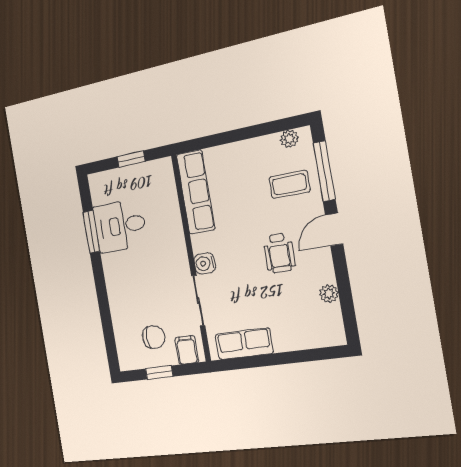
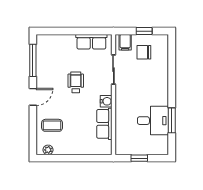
window: (324, 171) -> (33, 60), moved
row of seats: (196, 192) -> (104, 124), width x0.68
wheelchair: (279, 253) -> (76, 82), moved
water cooler: (205, 263) -> (106, 101), moved
plant: (329, 294) -> (41, 63), removed

